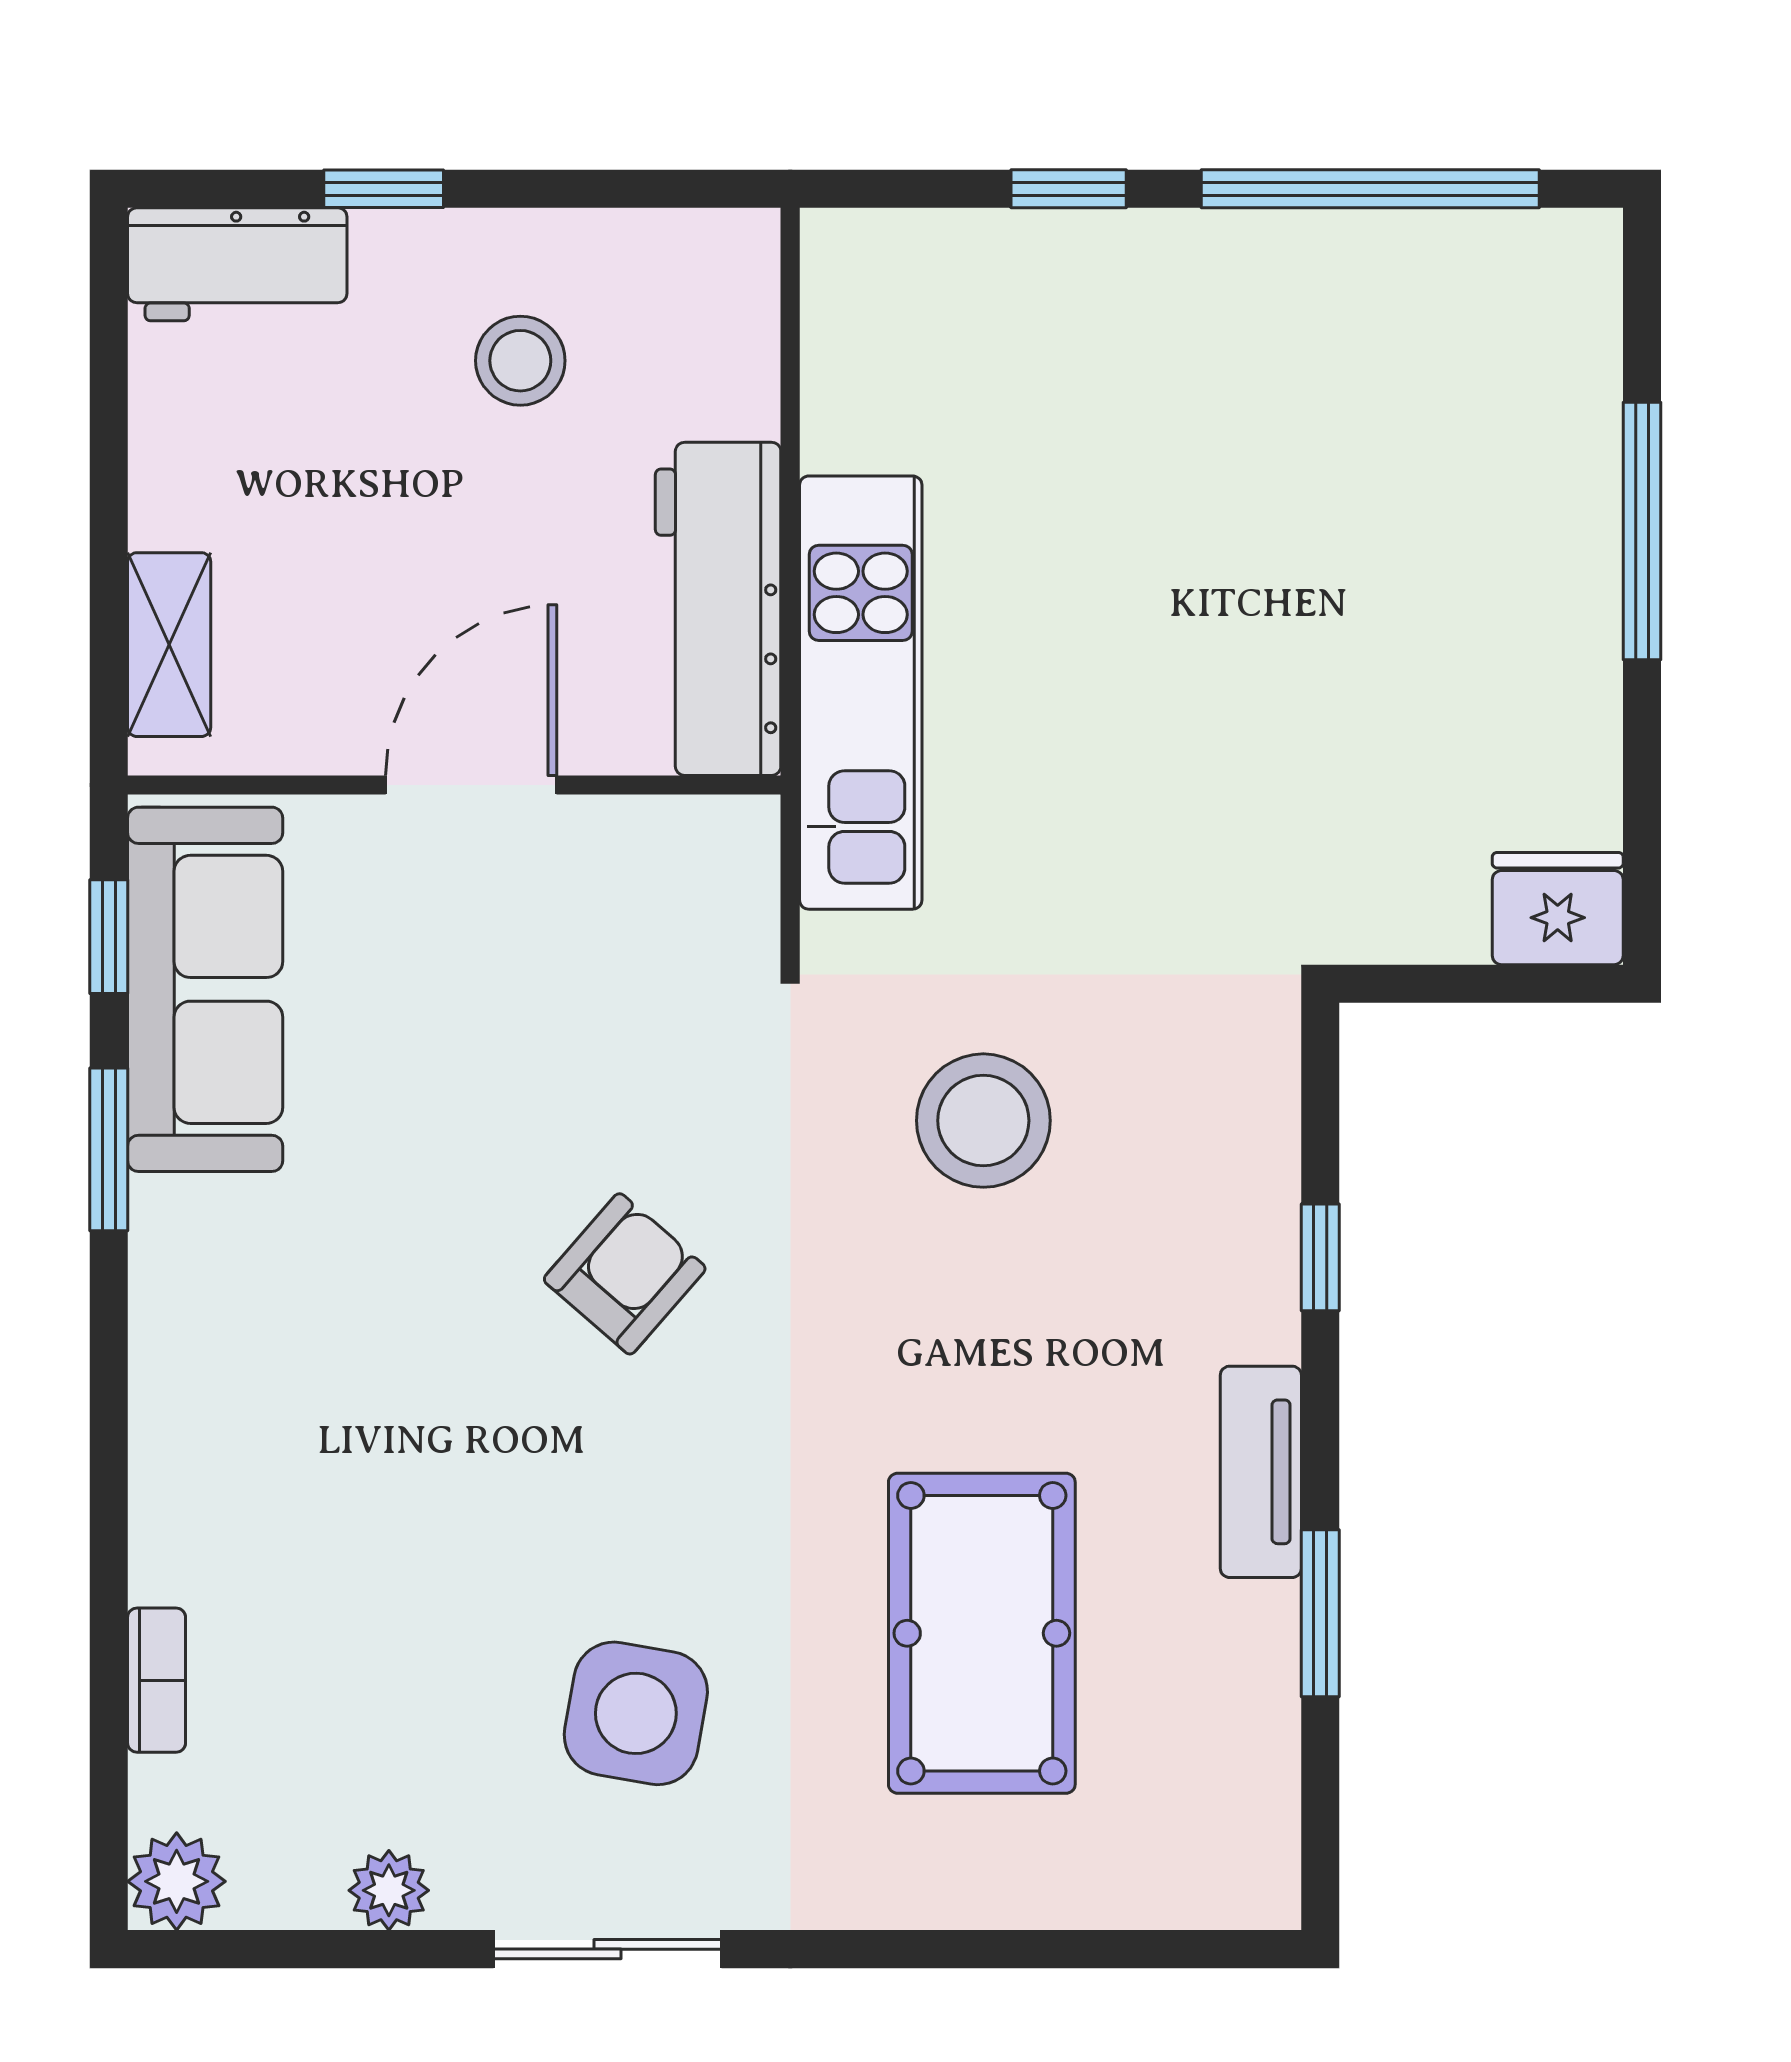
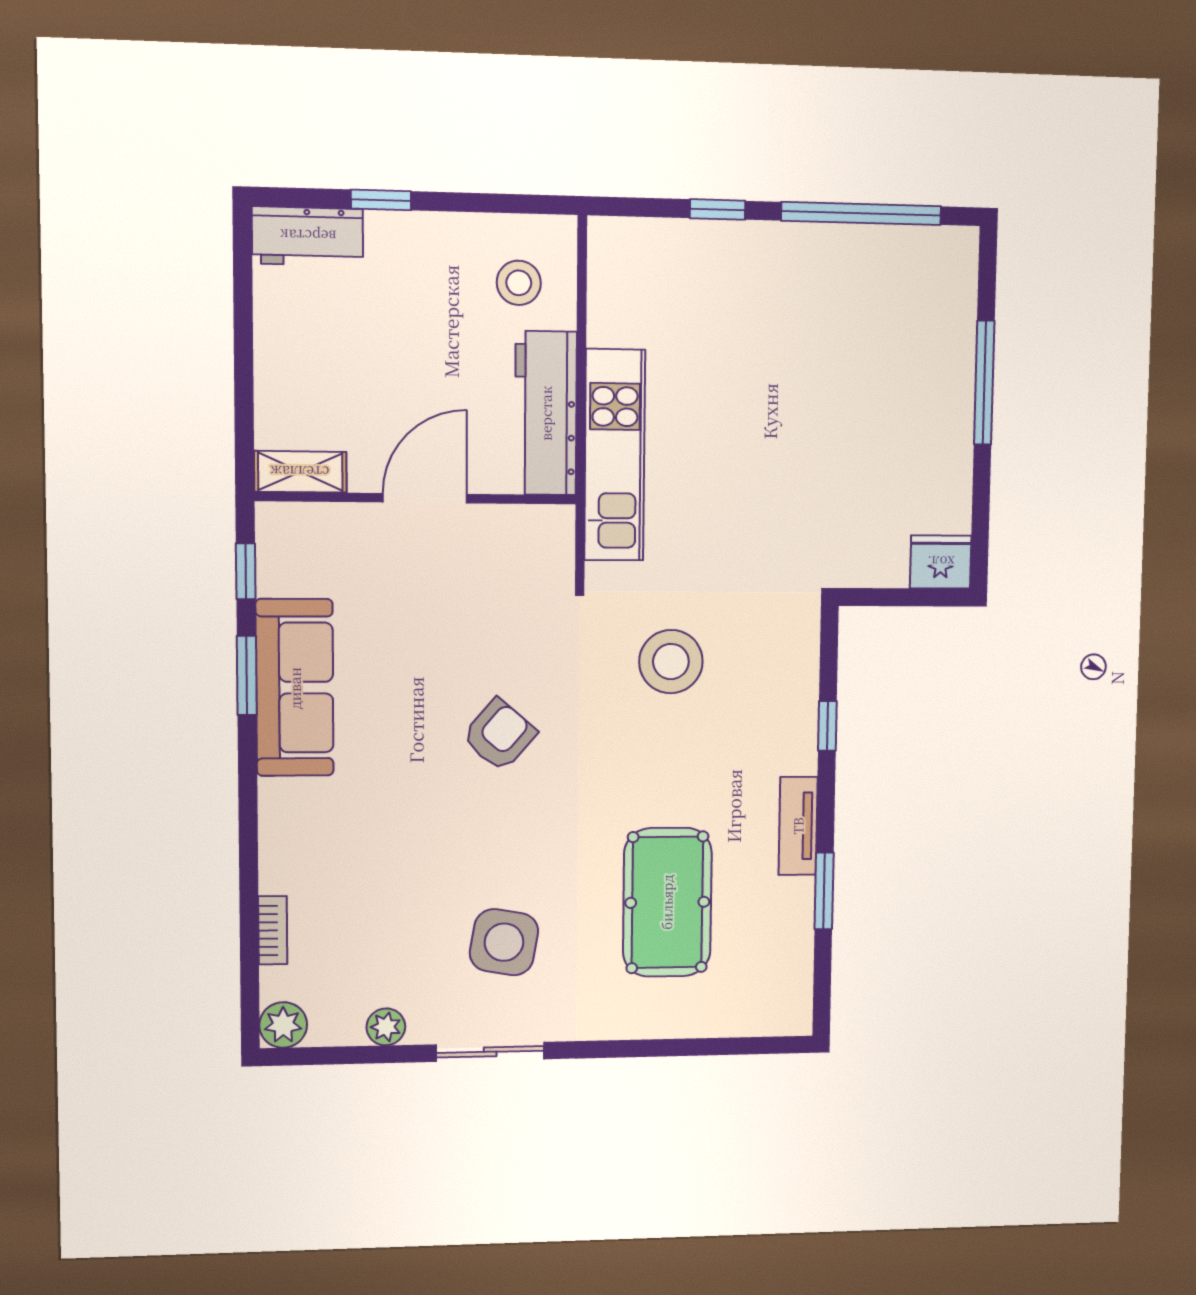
stool: (520, 361) -> (519, 283), moved
shelving: (169, 645) -> (300, 472), moved, turned 90
sofa: (205, 989) -> (295, 688), moved

